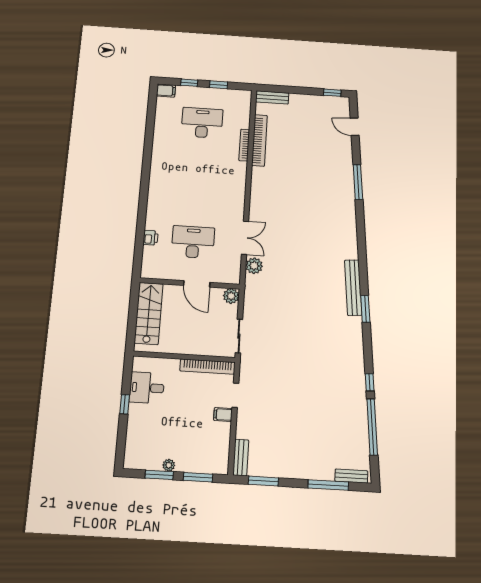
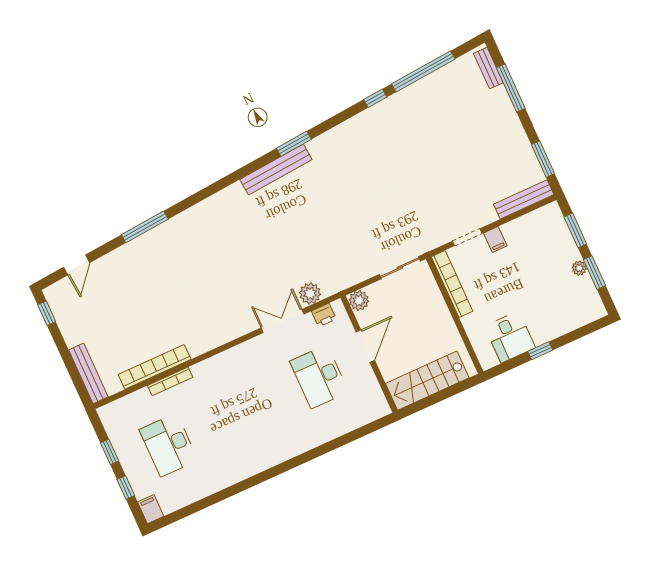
bench: (272, 97) -> (88, 373), width x1.36
printer: (151, 238) -> (324, 315), moved, turned 180
bench: (241, 457) -> (524, 199), width x1.36

